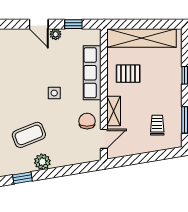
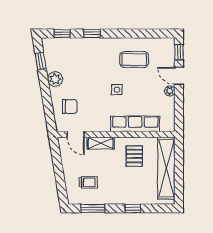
door: (39, 24) -> (179, 76), hinge flipped
window: (73, 24) -> (179, 52), moved
chair: (87, 121) -> (70, 107), moved
coffee table: (29, 135) -> (134, 60), moved, turned -68

